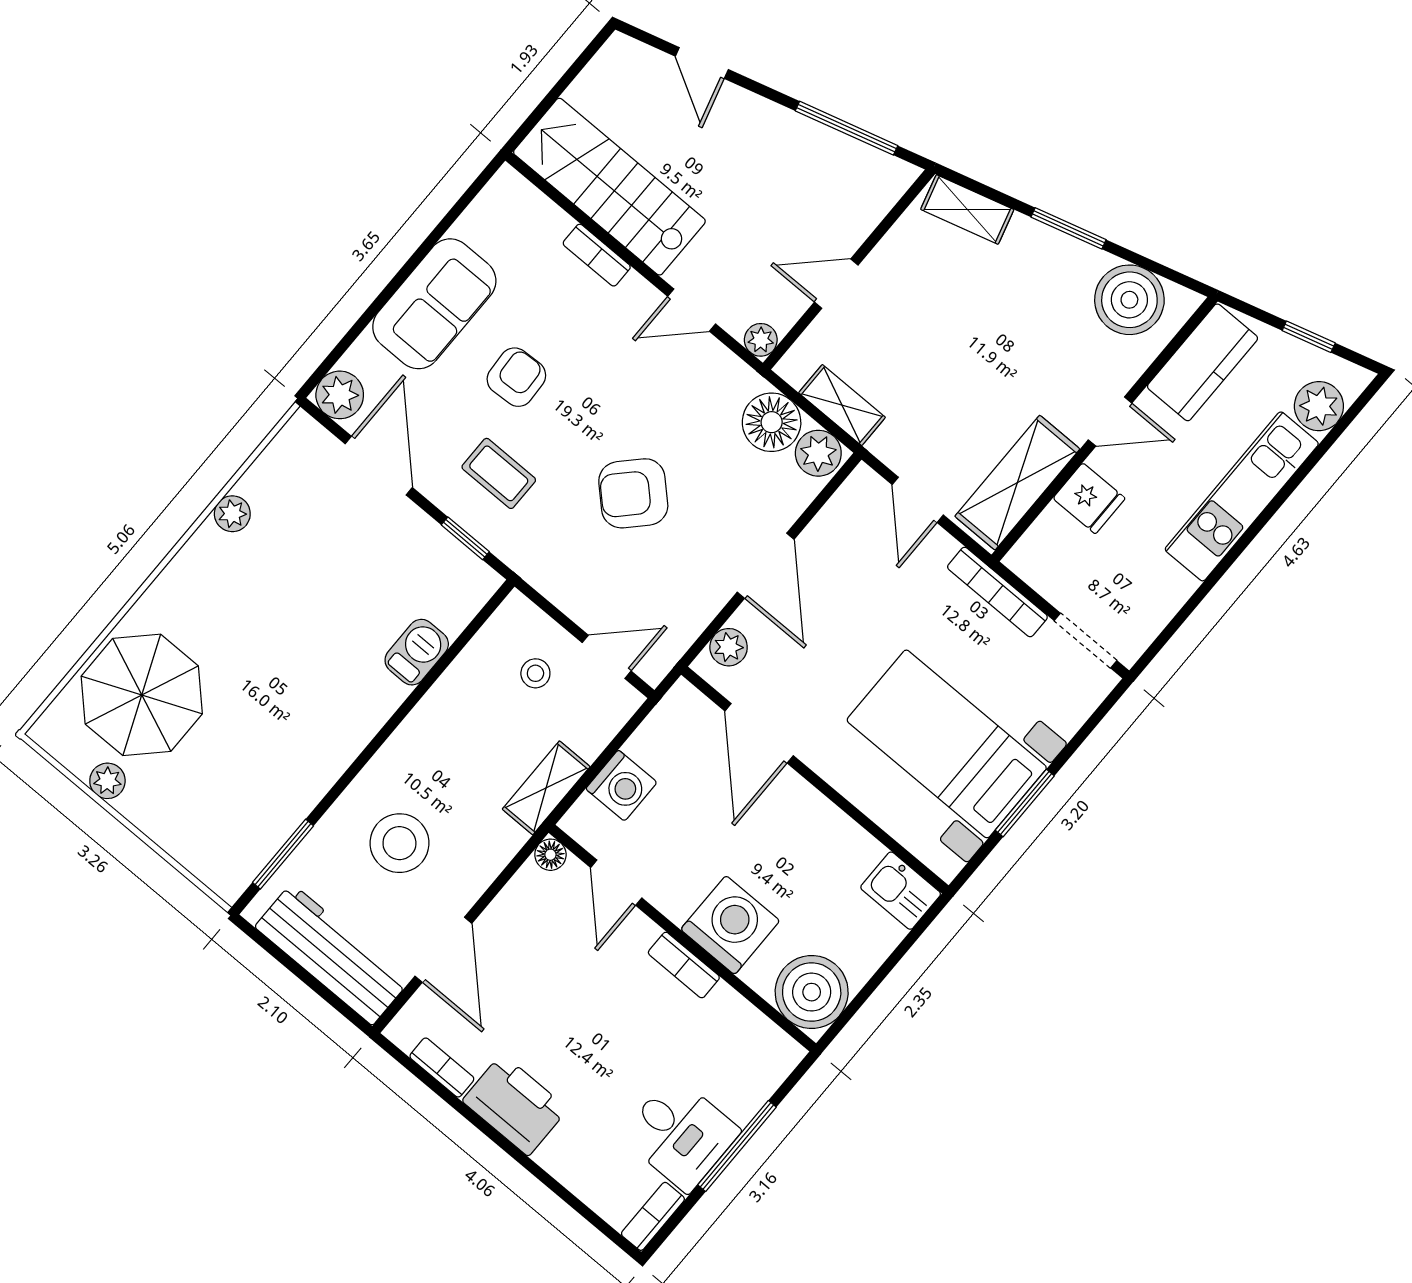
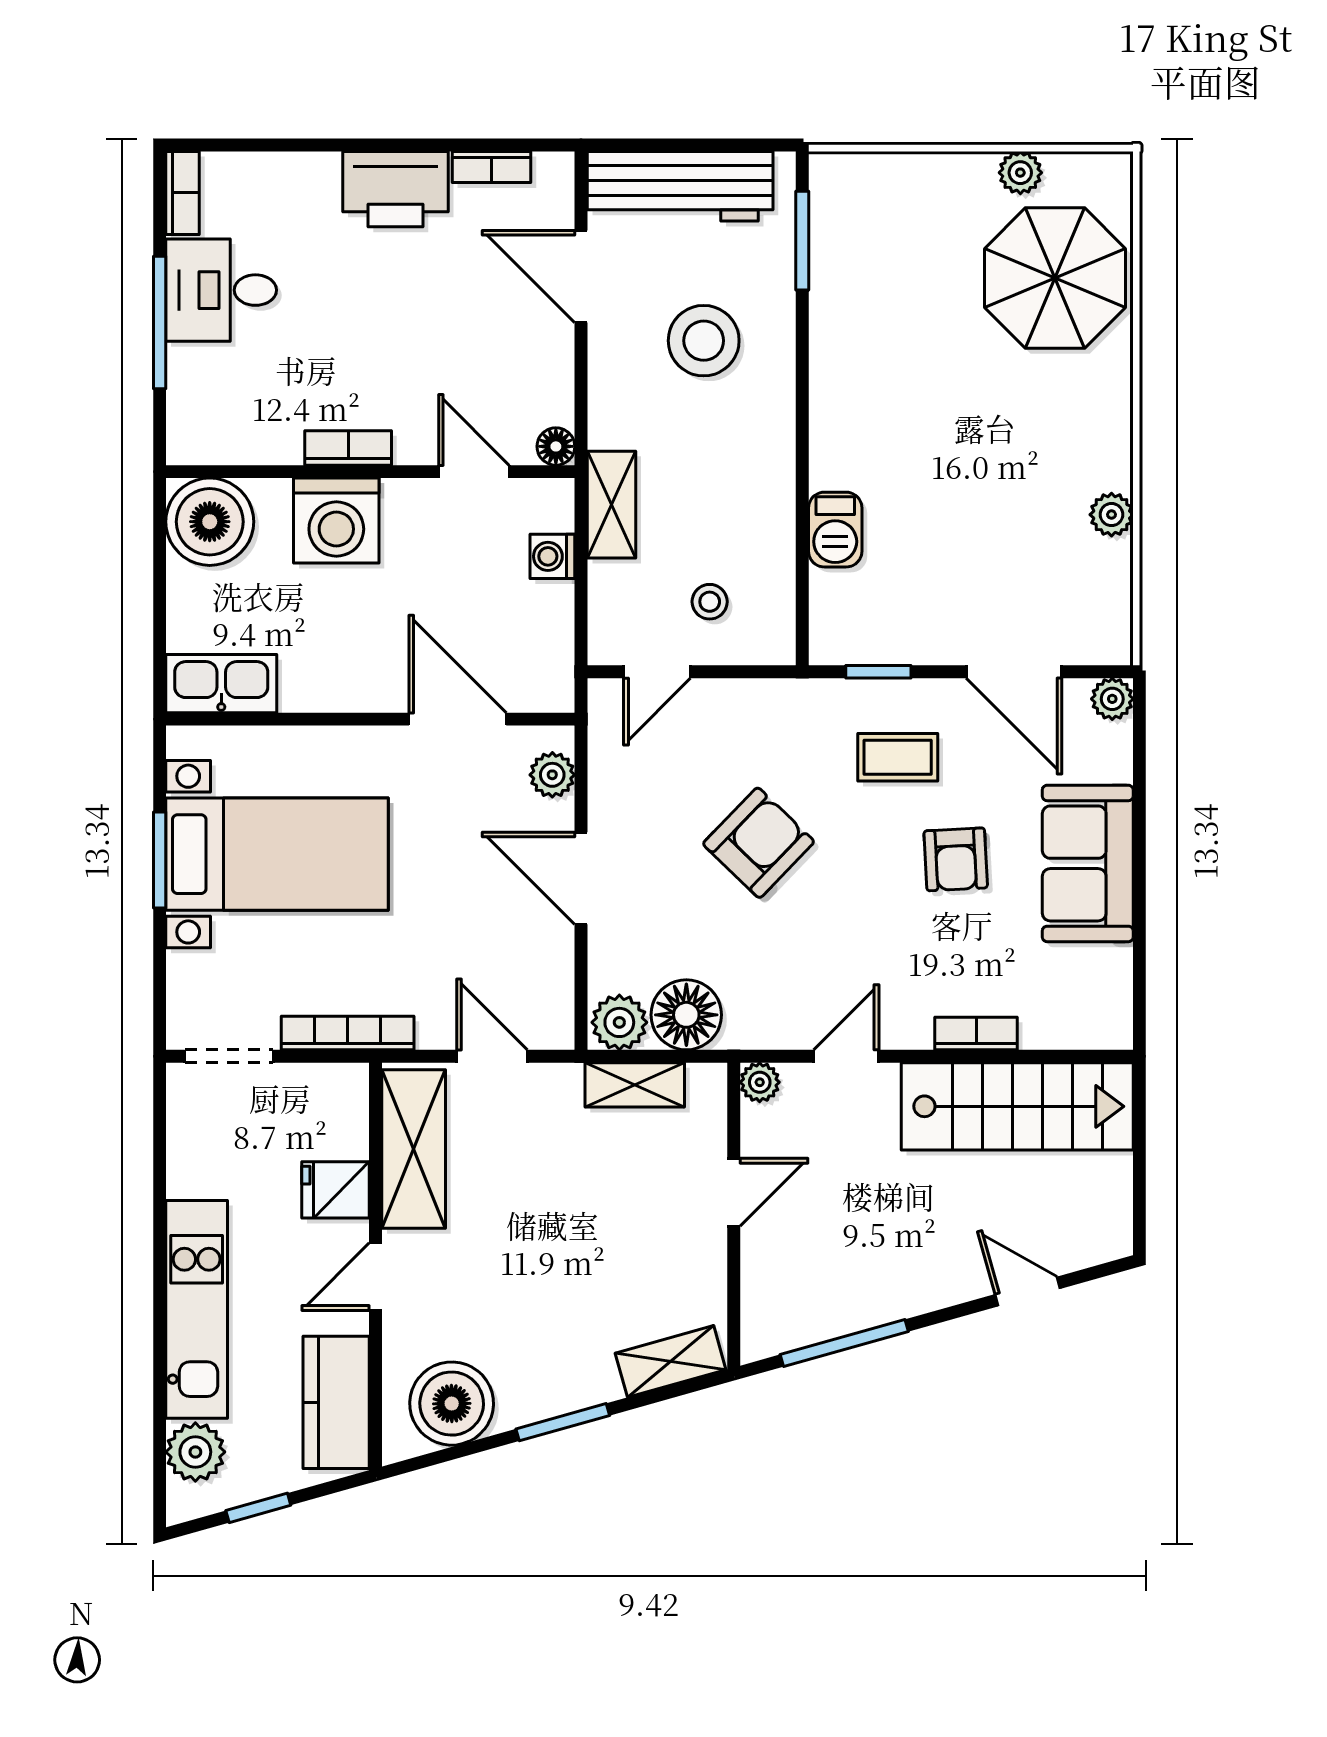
plant: (340, 395) -> (1112, 699), width x0.73, depth x0.73
washing machine: (621, 786) -> (552, 556), width x0.73, depth x0.73
kitchen sink: (901, 891) -> (221, 684), width x1.38

